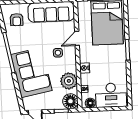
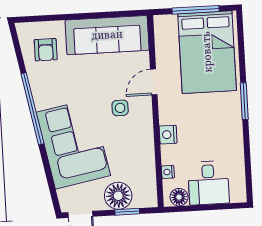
plant: (69, 81) -> (140, 158), removed
desk: (111, 95) -> (208, 183), width x0.73
floor lamp: (70, 101) -> (118, 196), moved

